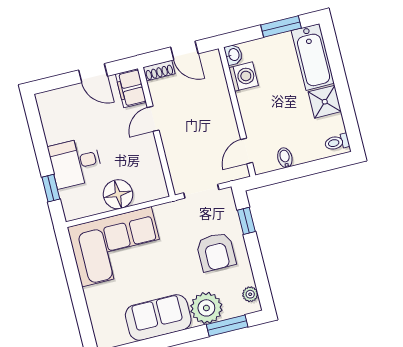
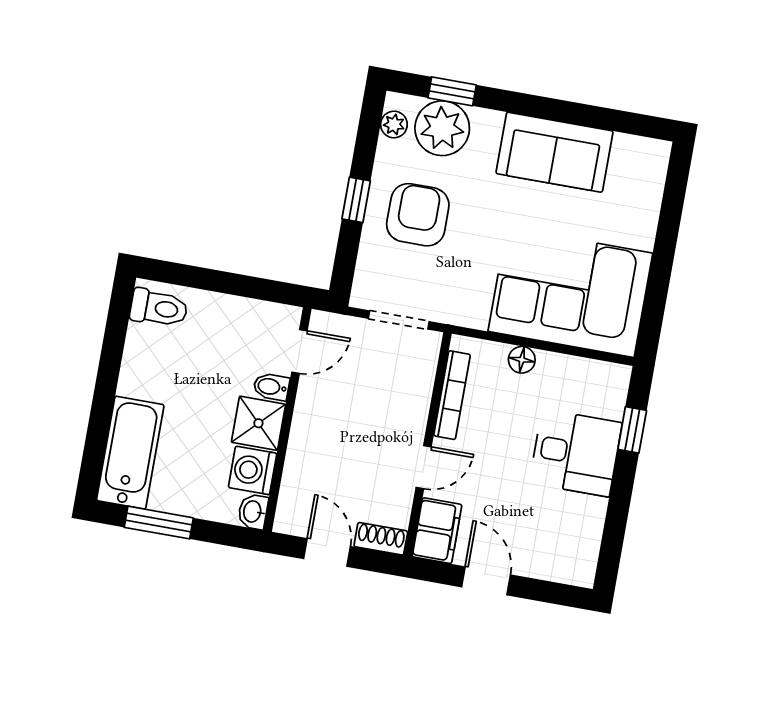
shower: (325, 102) -> (258, 423), moved
toilet: (337, 142) -> (159, 308), width x1.37, depth x1.39
bidet: (285, 158) -> (271, 387), moved, turned 90
bookcase: (155, 164) -> (452, 395), added
floor lamp: (118, 194) -> (522, 360), width x0.53, depth x0.53
window: (246, 221) -> (356, 200), moved
plant: (206, 308) -> (442, 128), moved
window: (227, 326) -> (452, 91), width x0.67

